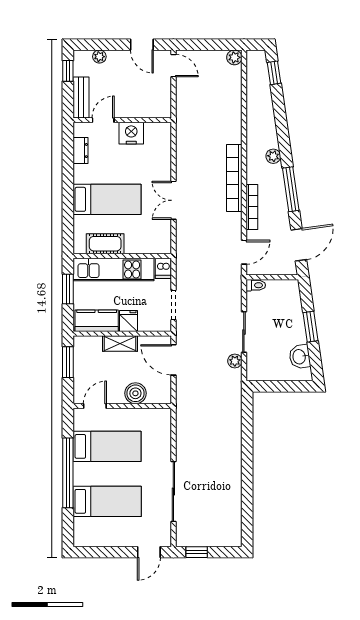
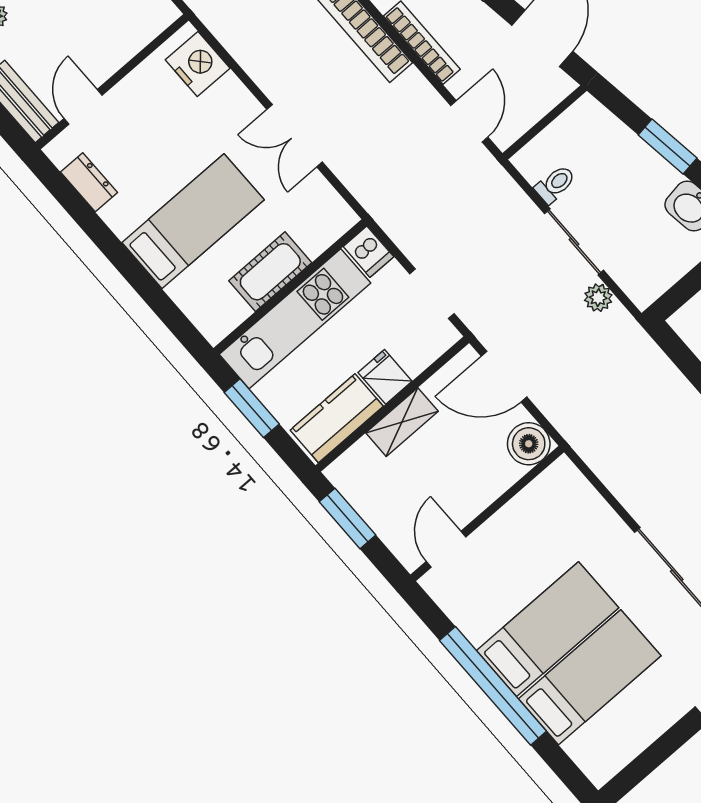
nightstand: (131, 133) -> (198, 64), moved, turned 90
cot: (105, 244) -> (270, 272), moved
toilet: (256, 285) -> (555, 184), moved
boiler: (135, 393) -> (529, 444), moved
bed: (107, 446) -> (548, 629), moved

